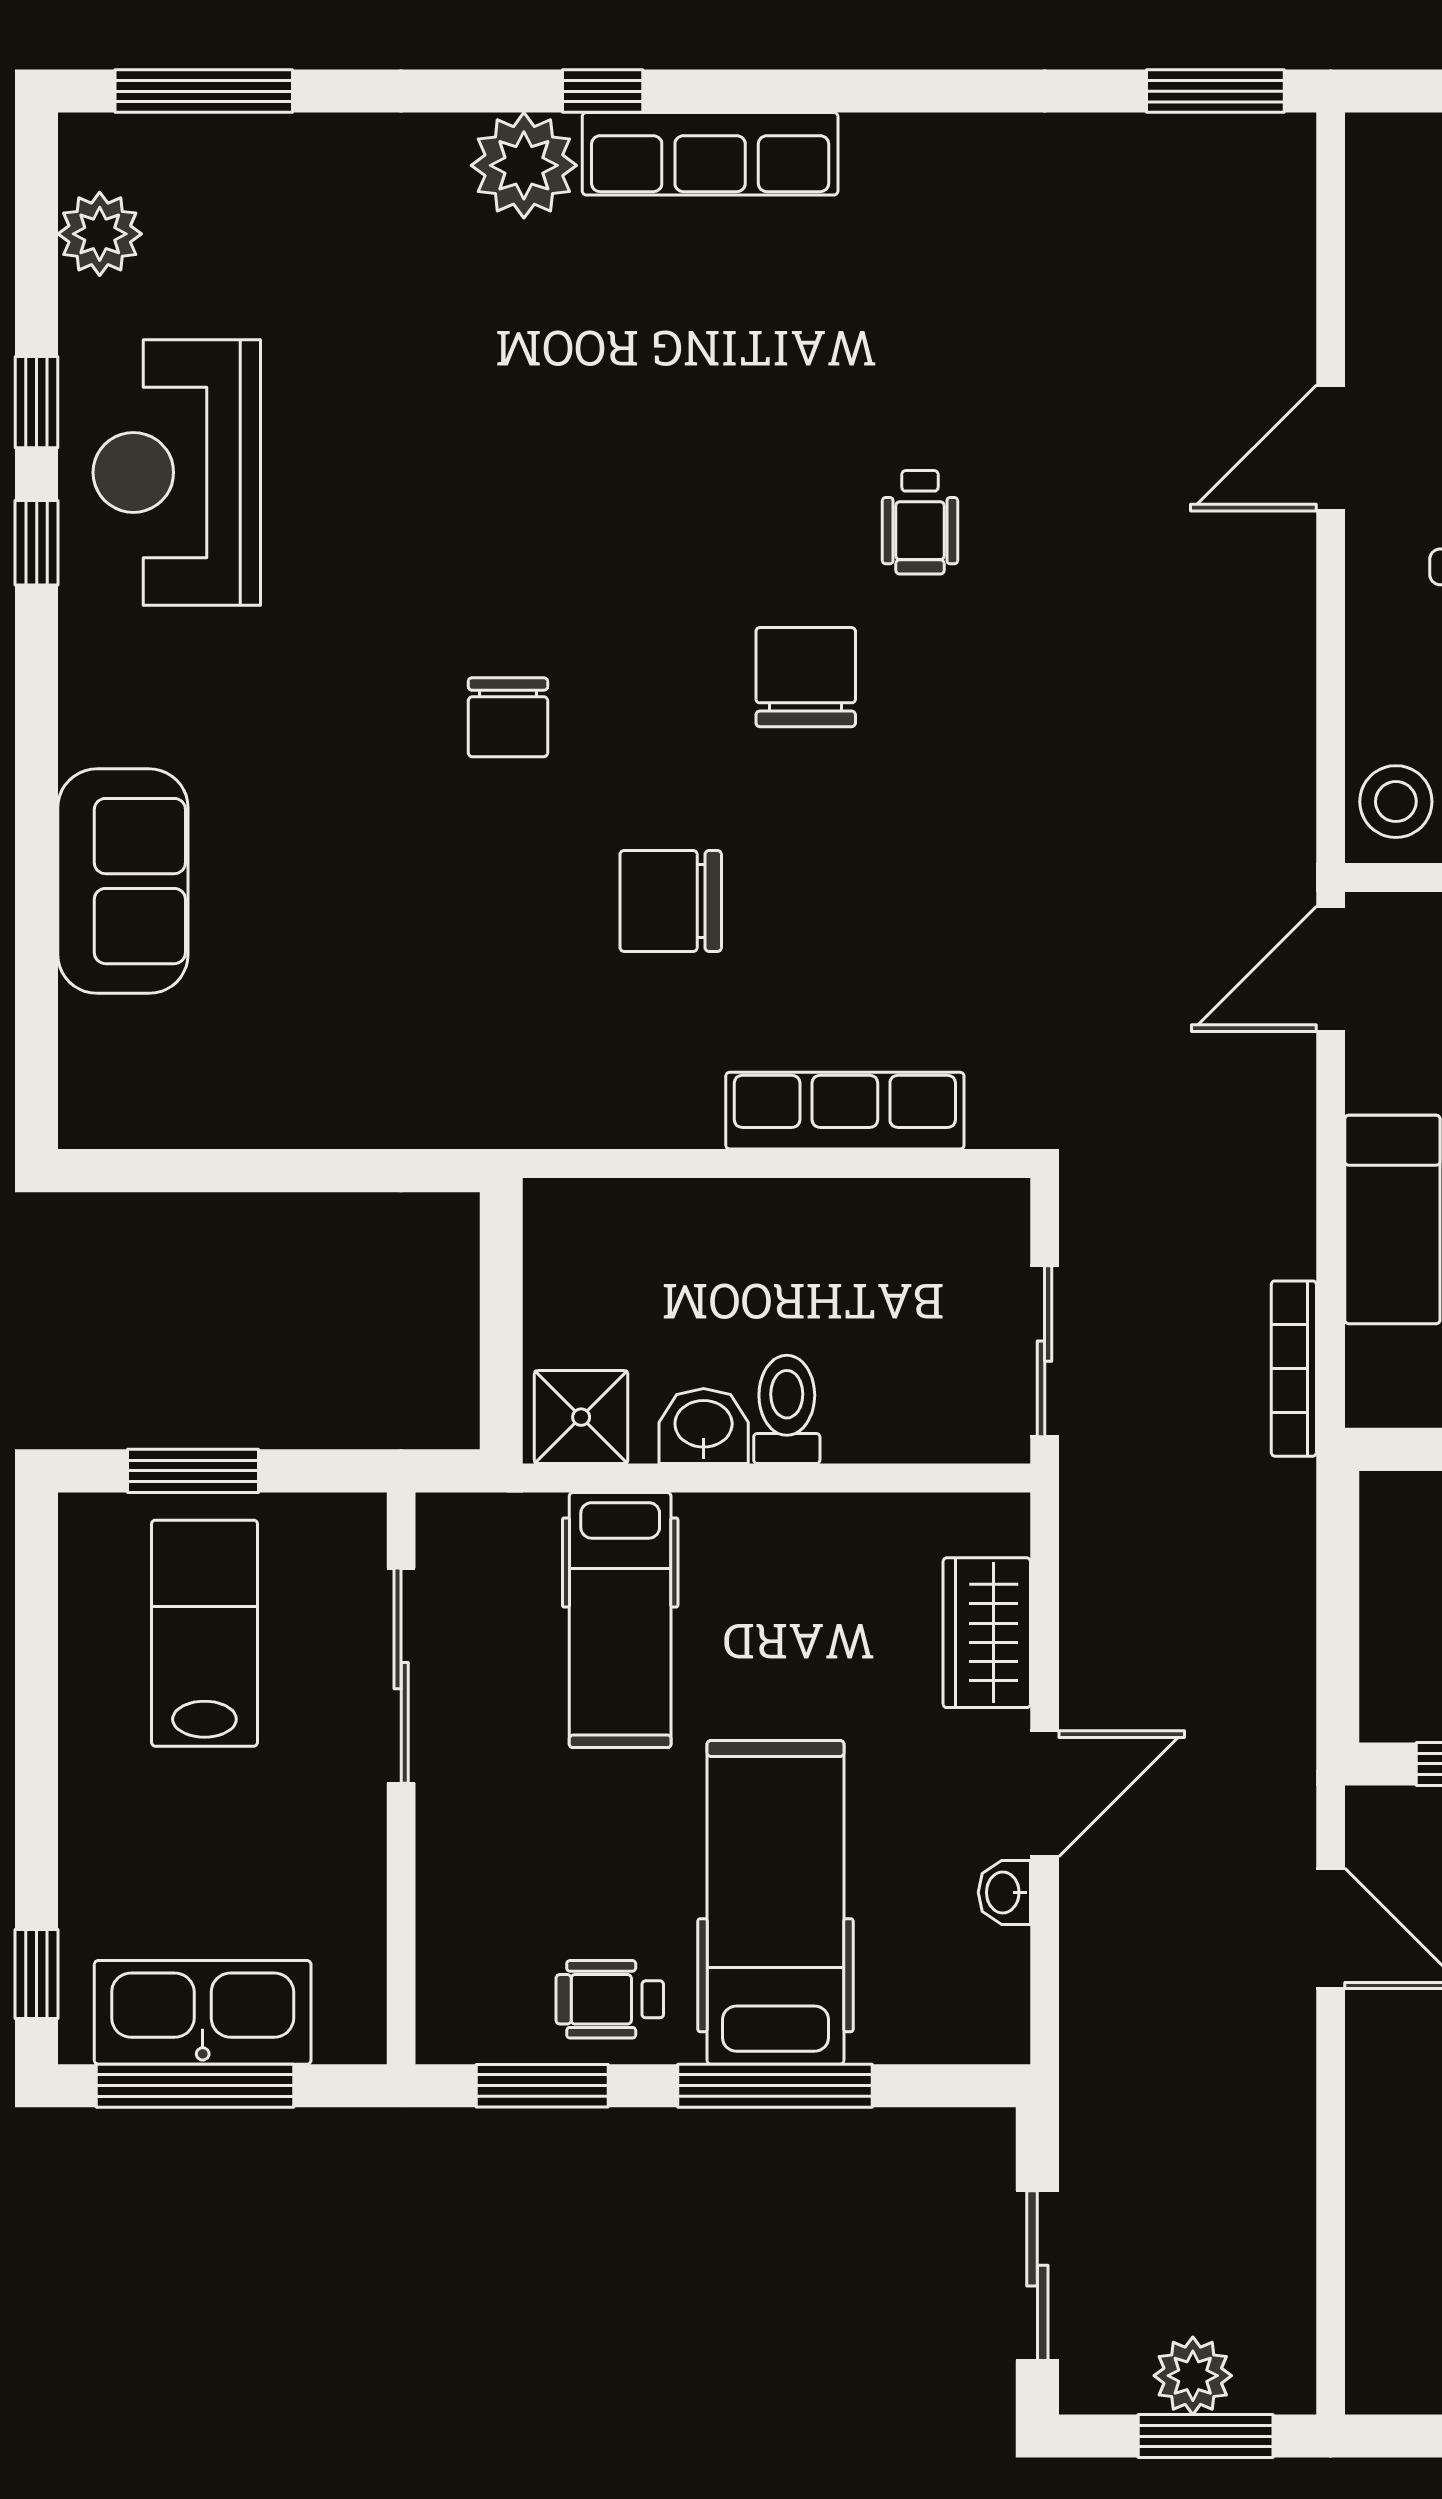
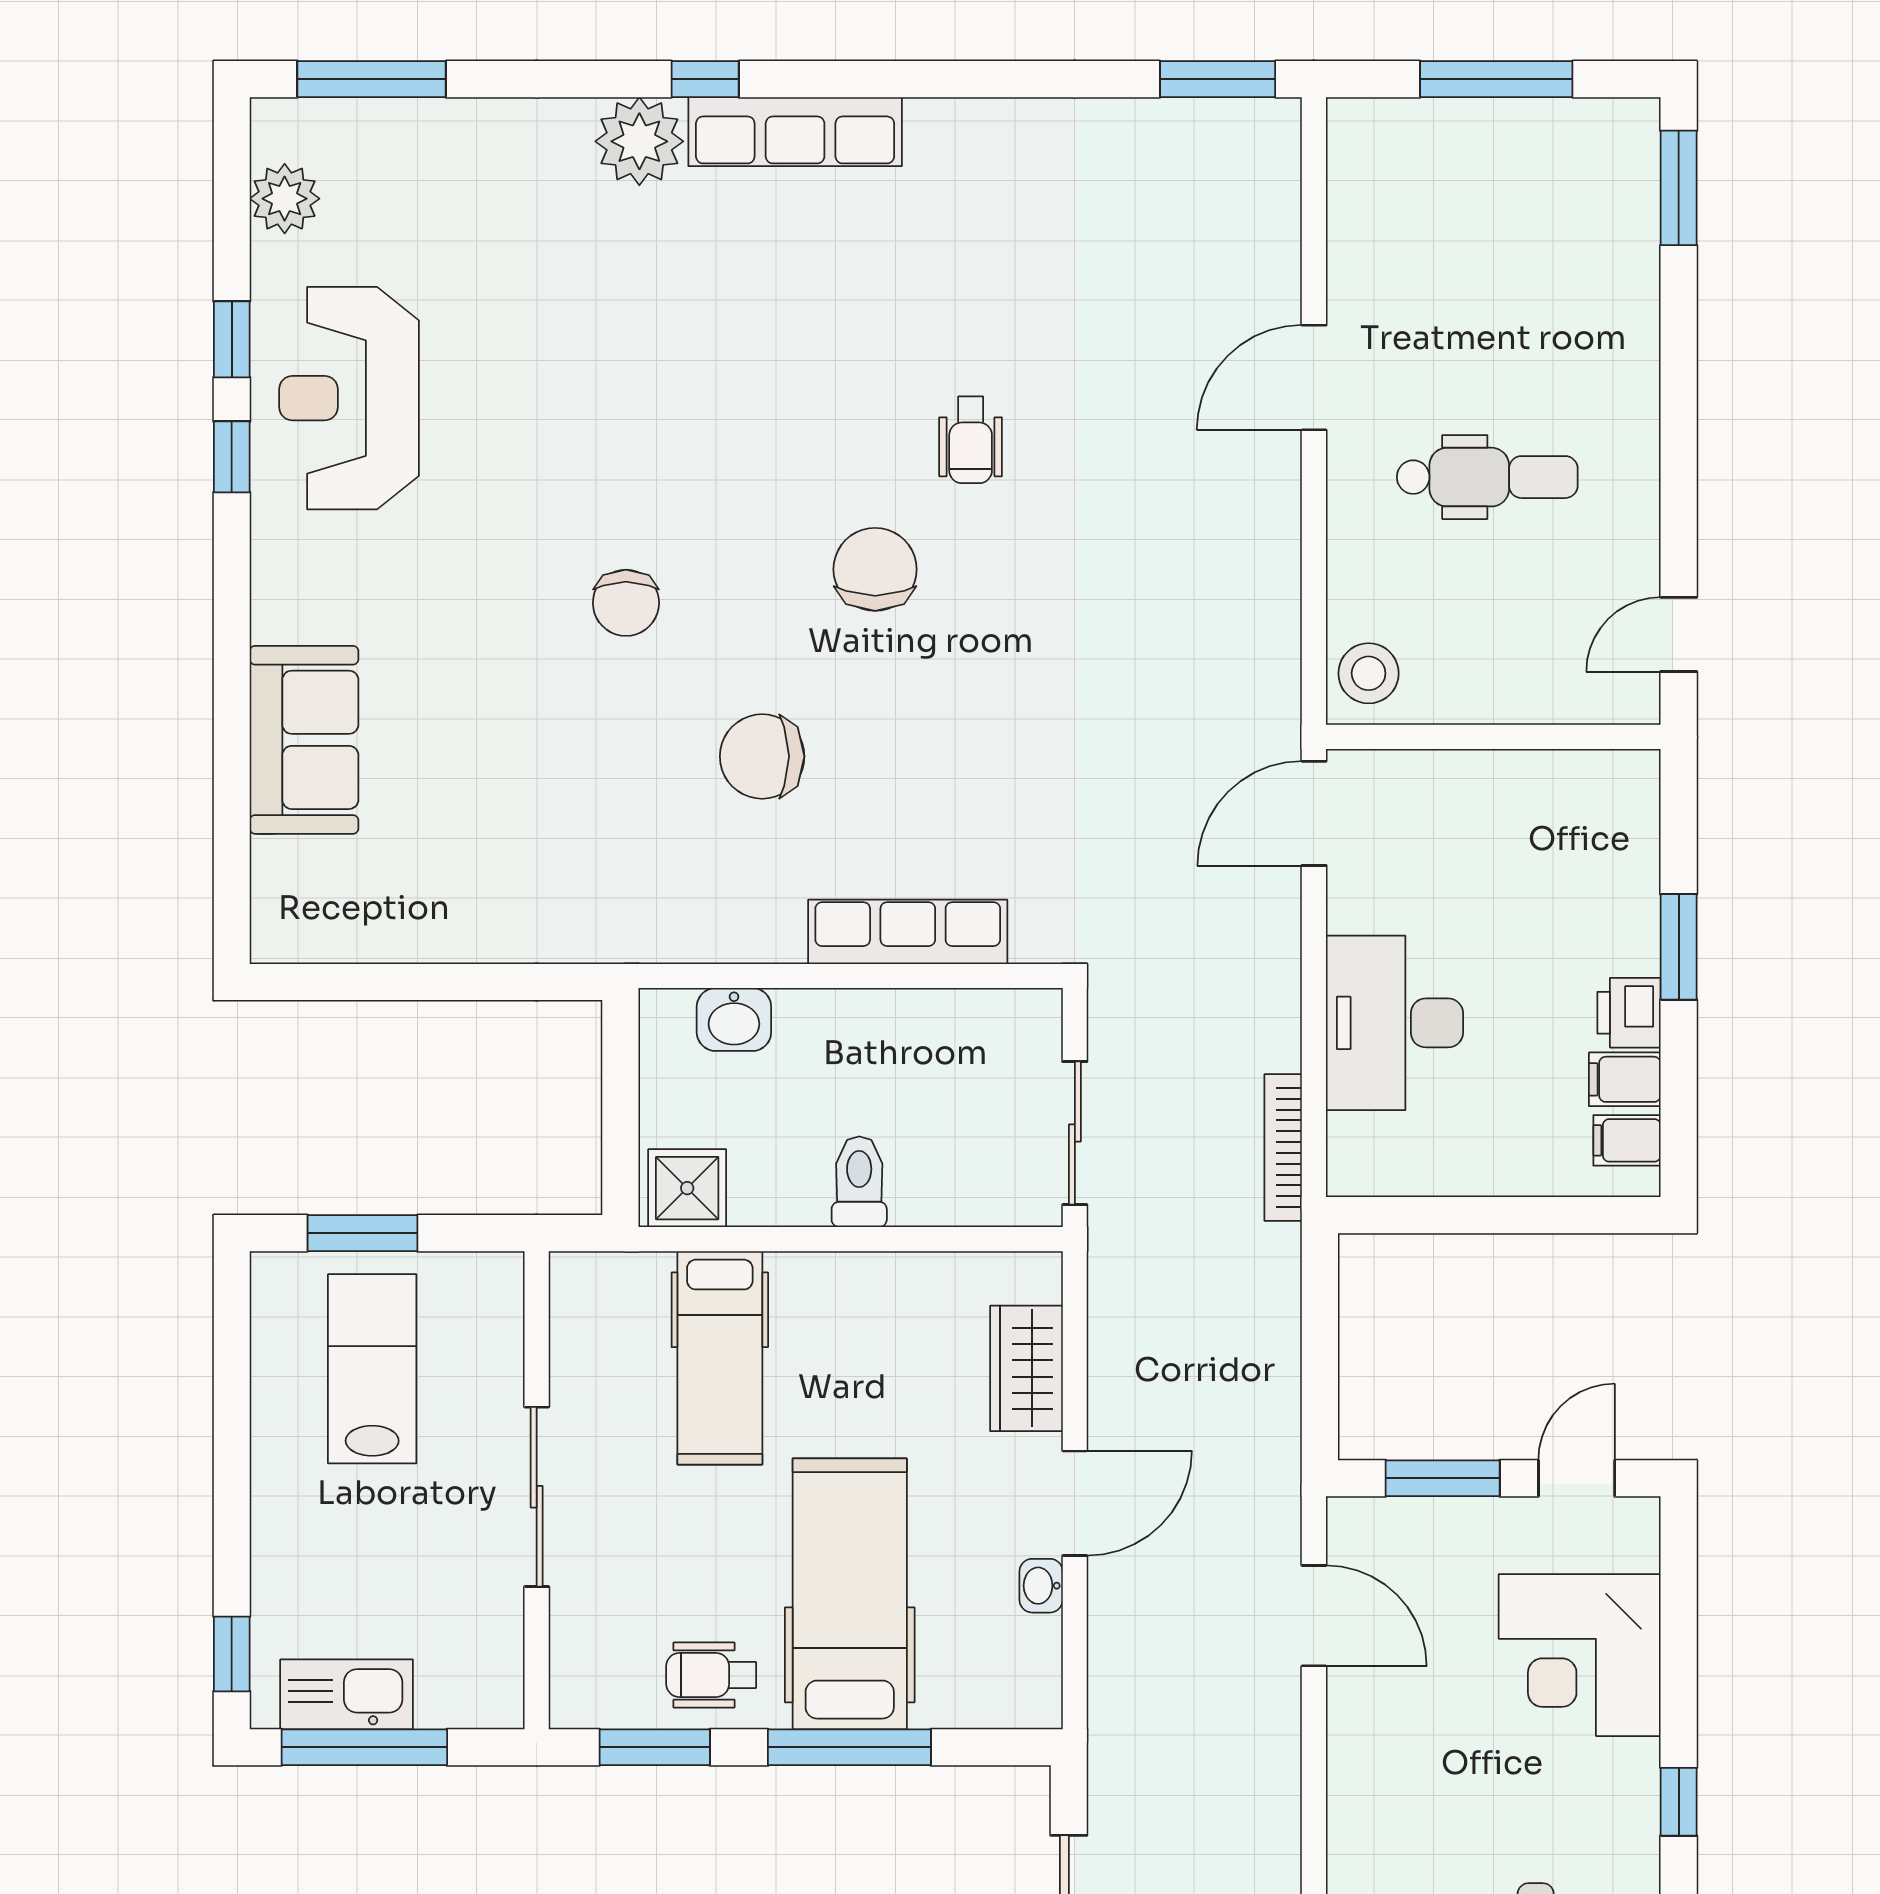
washbasin: (704, 1426) -> (734, 1019), moved, turned 180
sliding door: (401, 1676) -> (537, 1497), moved
kitchen sink: (203, 2012) -> (347, 1694), width x0.73, depth x0.81

